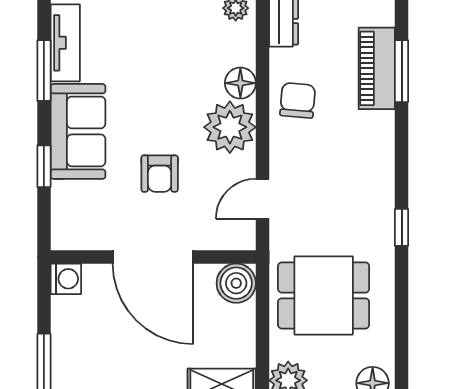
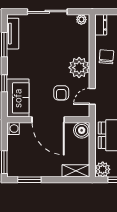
floor lamp: (240, 83) -> (83, 50), removed
sofa: (78, 131) -> (18, 98), moved
armchair: (160, 174) -> (61, 93), moved

